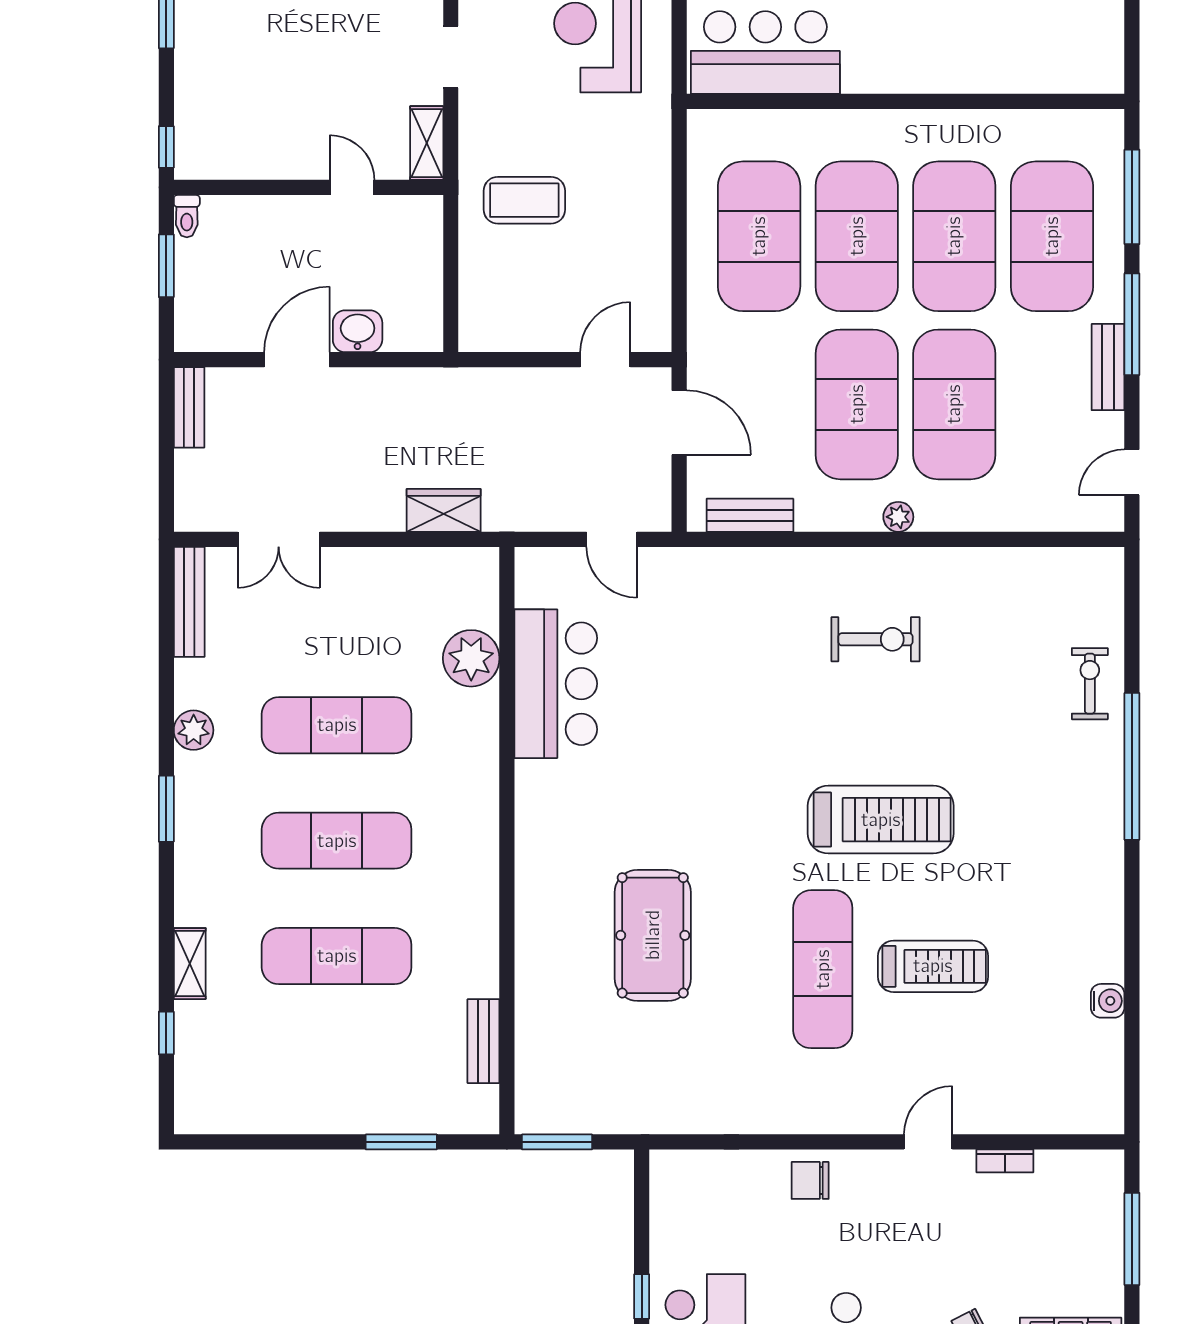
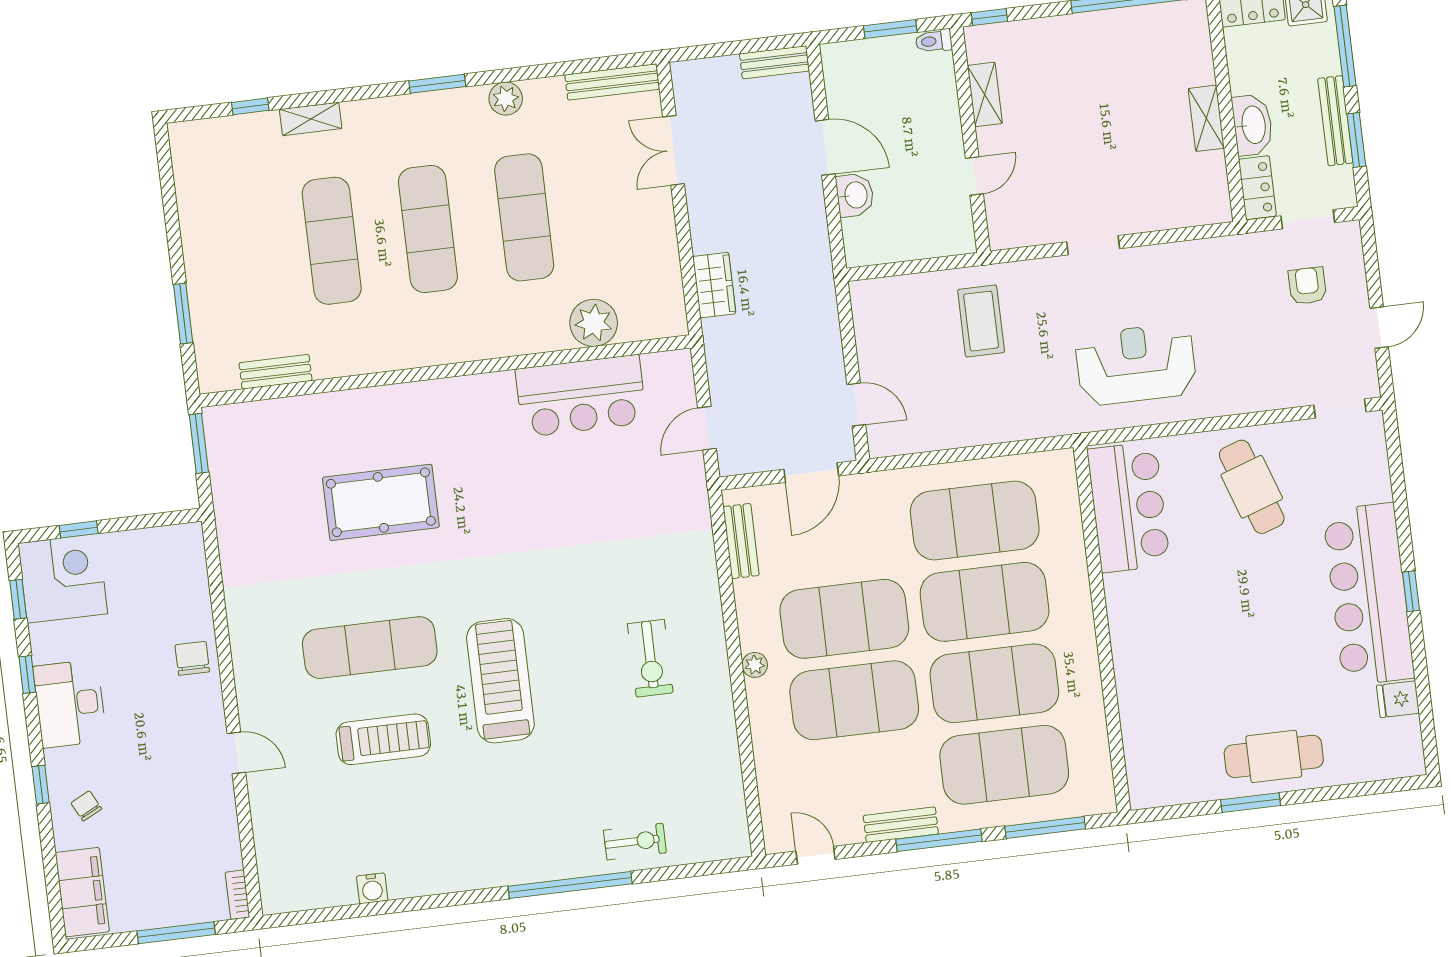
shelving: (427, 143) -> (985, 94), moved, turned 90
treadmill: (881, 820) -> (500, 681), turned 180
treadmill: (933, 966) -> (383, 739), turned -90
bookcase: (1005, 1161) -> (237, 895), moved

